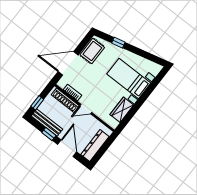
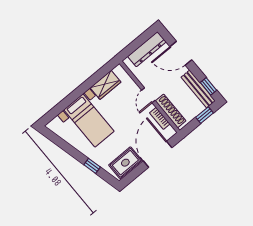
door: (68, 63) -> (158, 154), swing flipped
door: (86, 109) -> (148, 95), swing flipped
window: (49, 134) -> (208, 86), moved
door: (67, 148) -> (181, 53), hinge flipped

